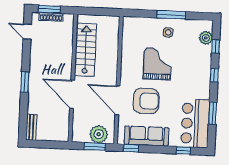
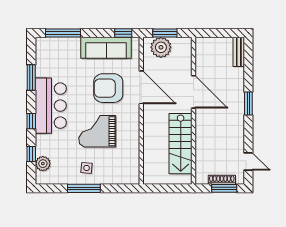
grand piano: (157, 64) -> (97, 131), turned 90
bar counter: (195, 123) -> (51, 106), moved
window: (183, 151) -> (63, 33), width x2.17

